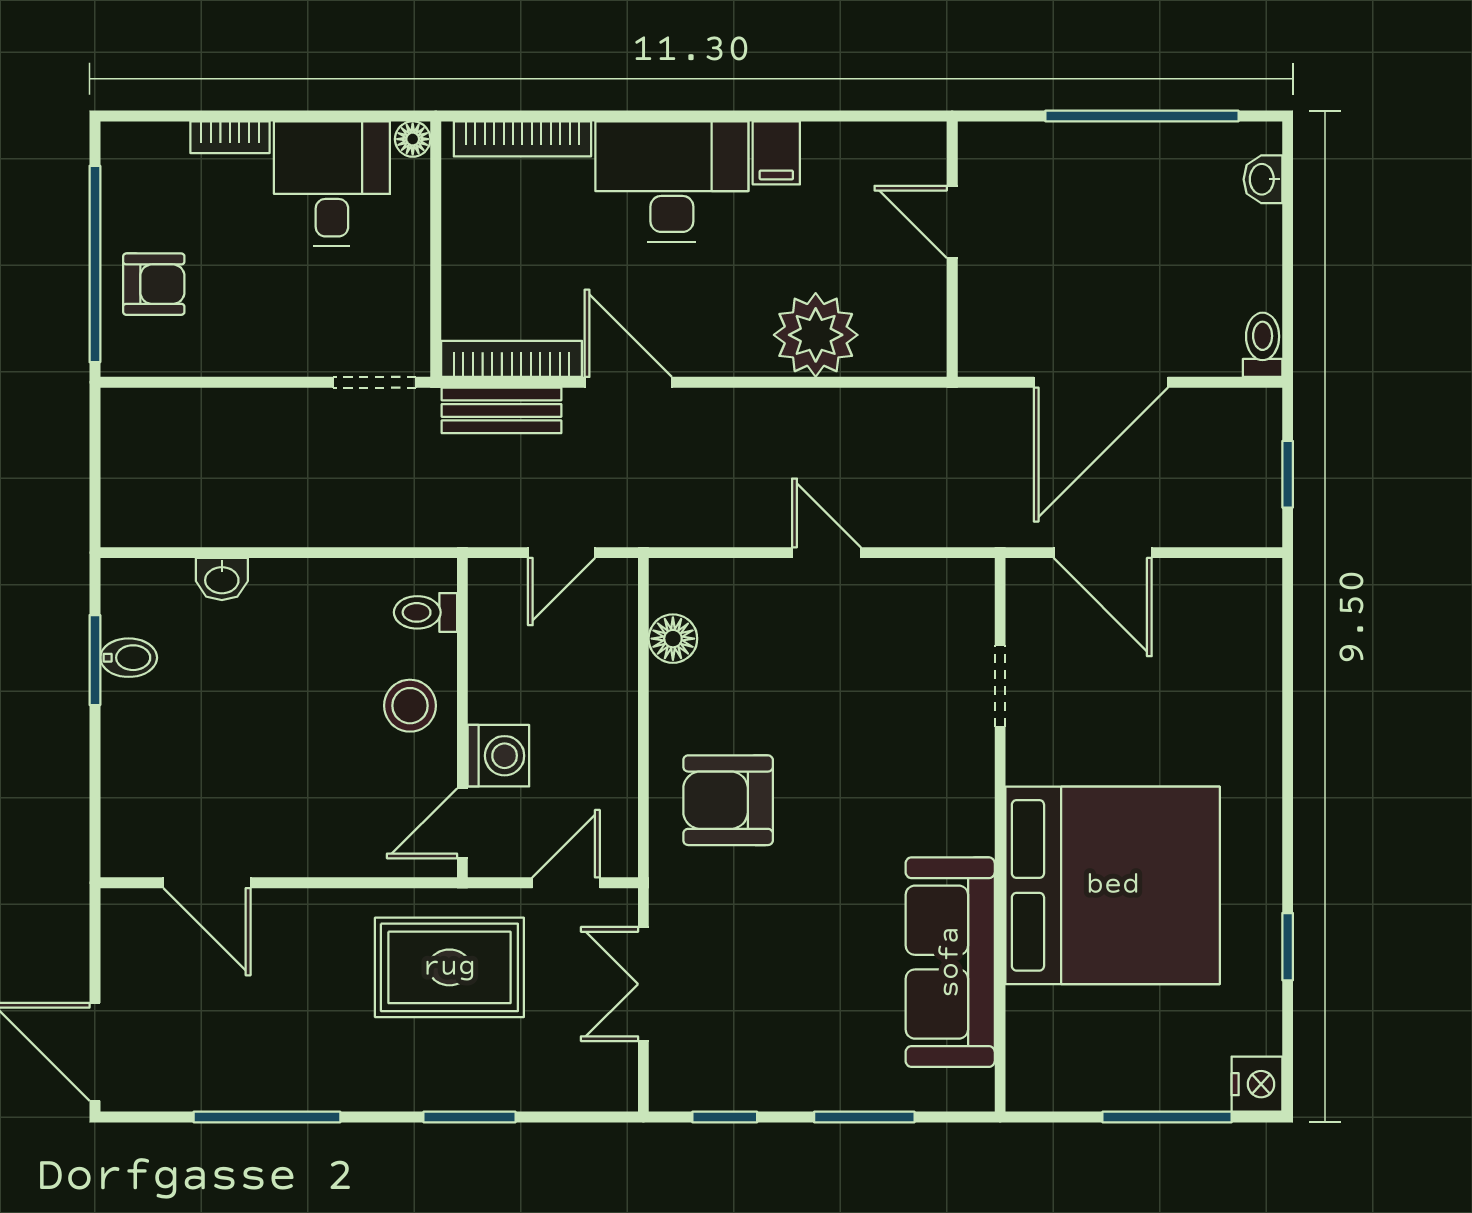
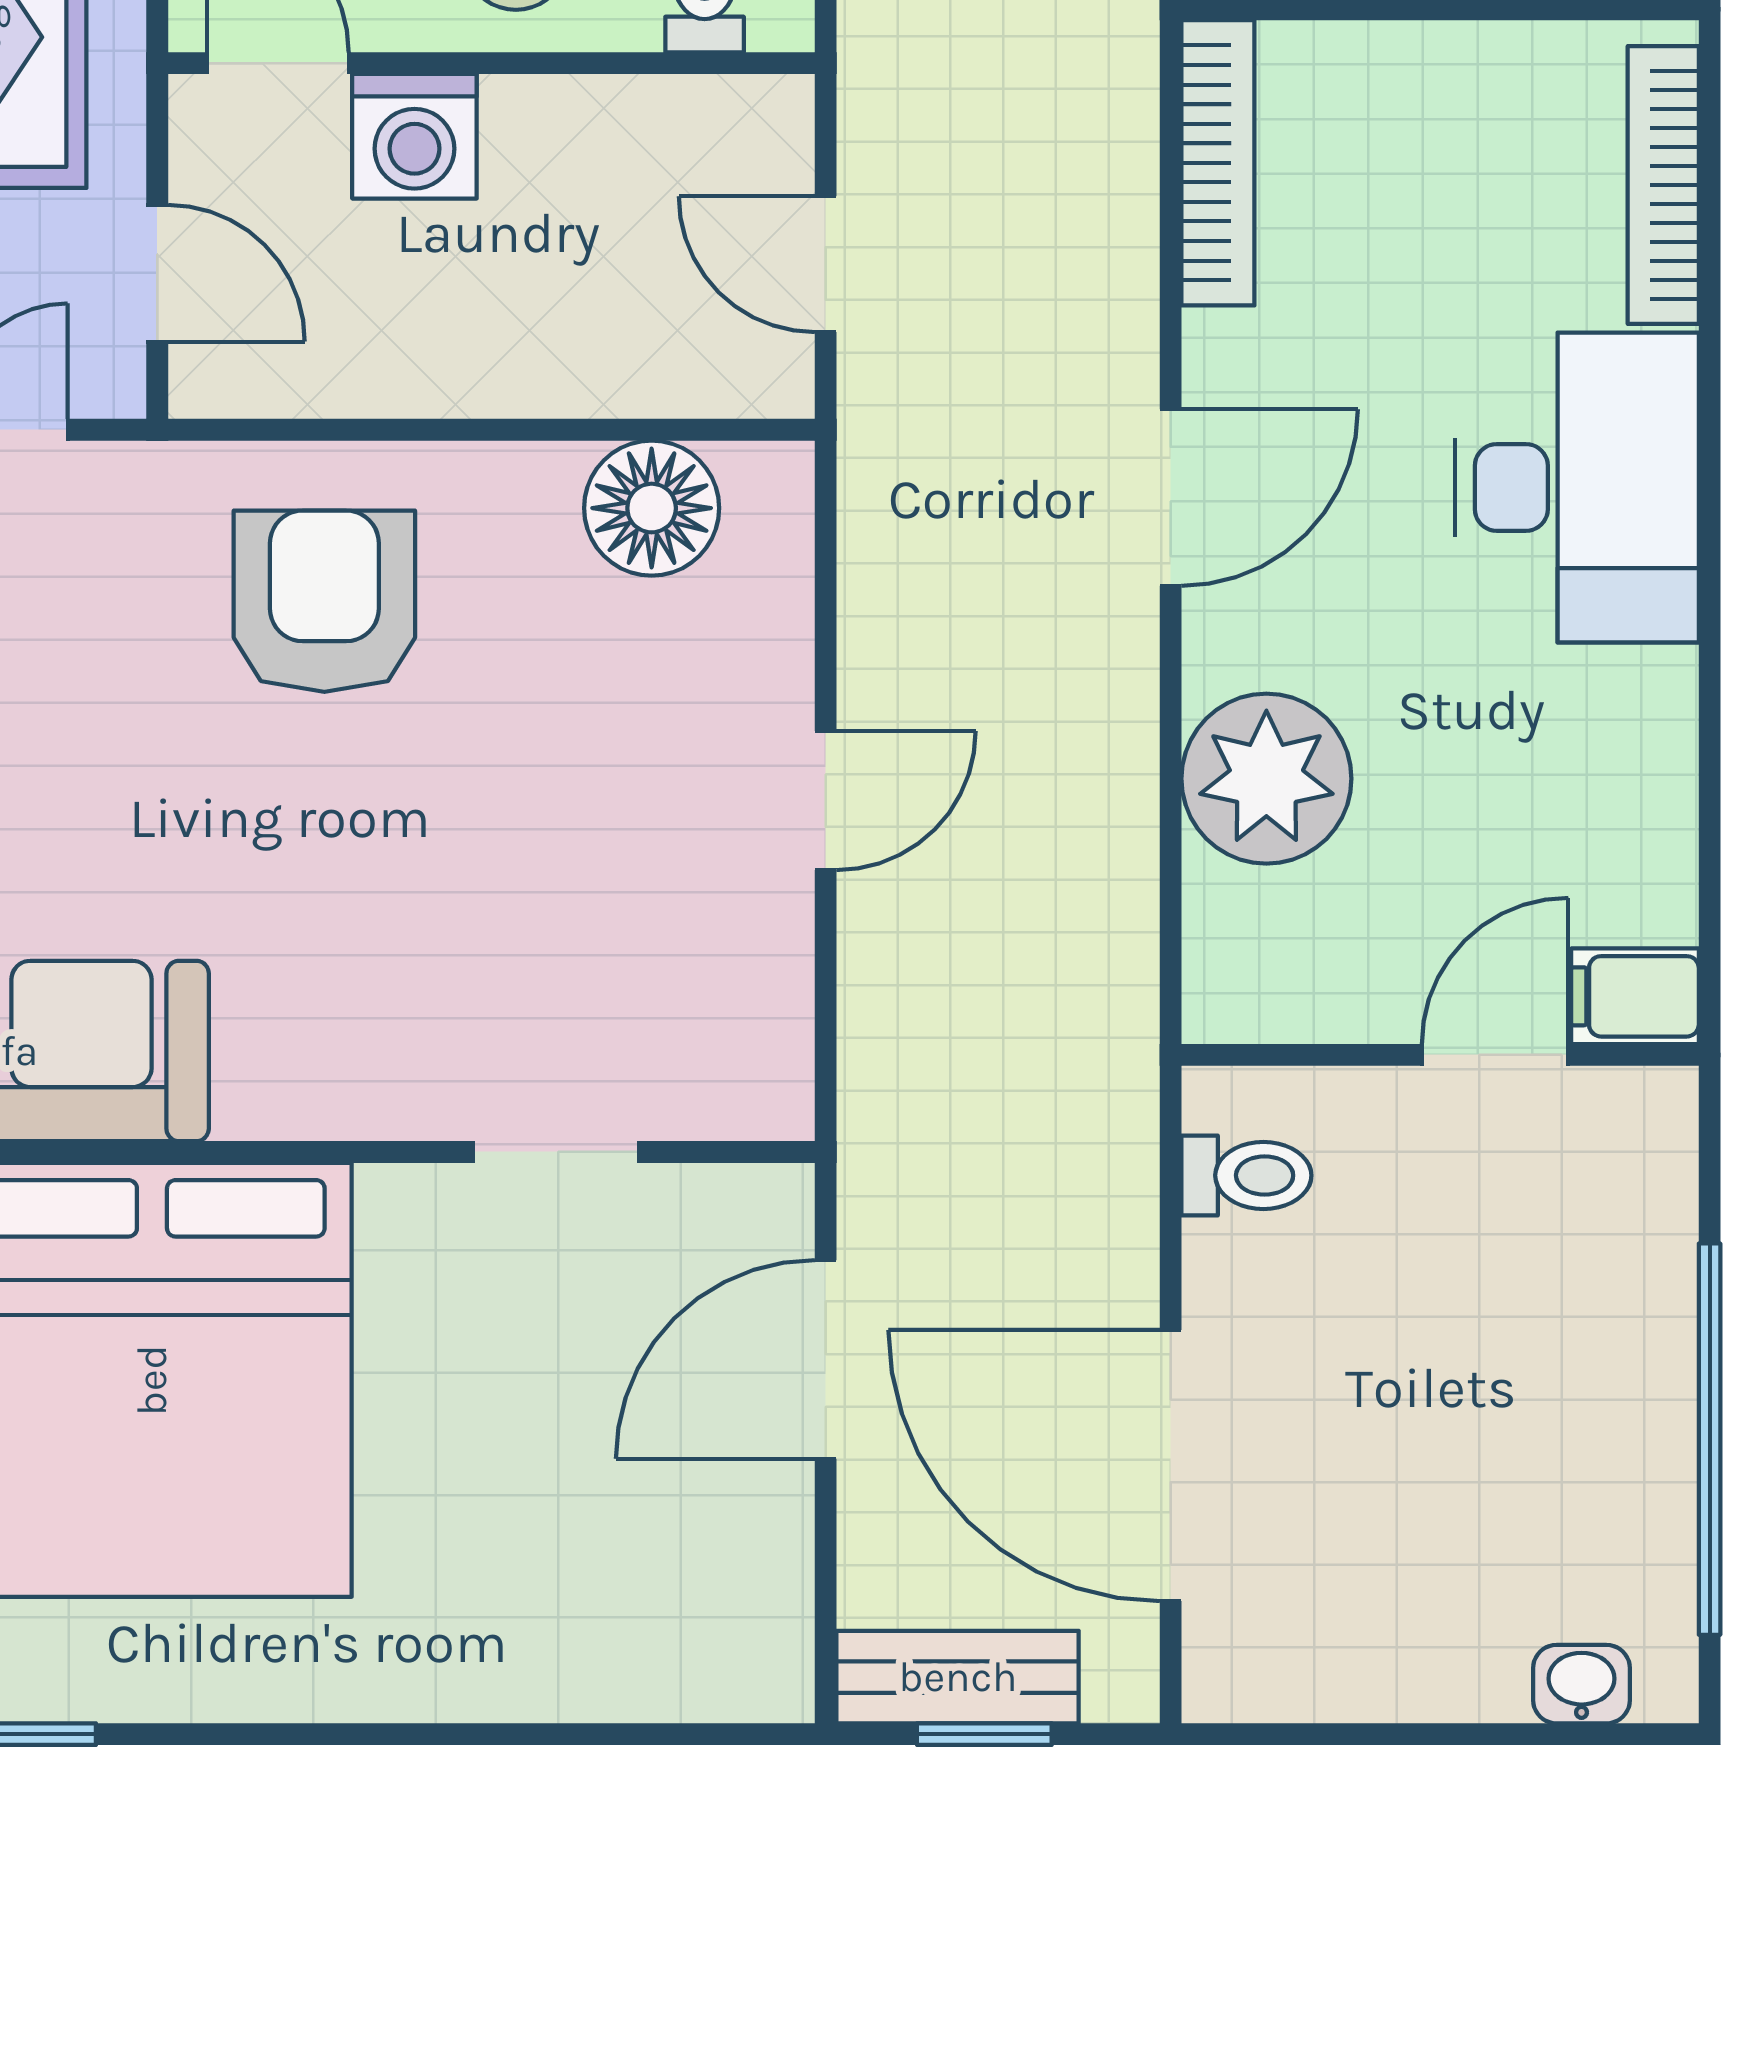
filing cabinet: (776, 153) -> (1635, 996), moved
toilet: (1263, 345) -> (1246, 1175), moved
door: (628, 382) -> (1171, 498), moved
door: (1101, 382) -> (1171, 1465), moved
bench: (501, 410) -> (958, 1677), moved, turned 90
floor lamp: (673, 639) -> (652, 508), width x1.38, depth x1.38

